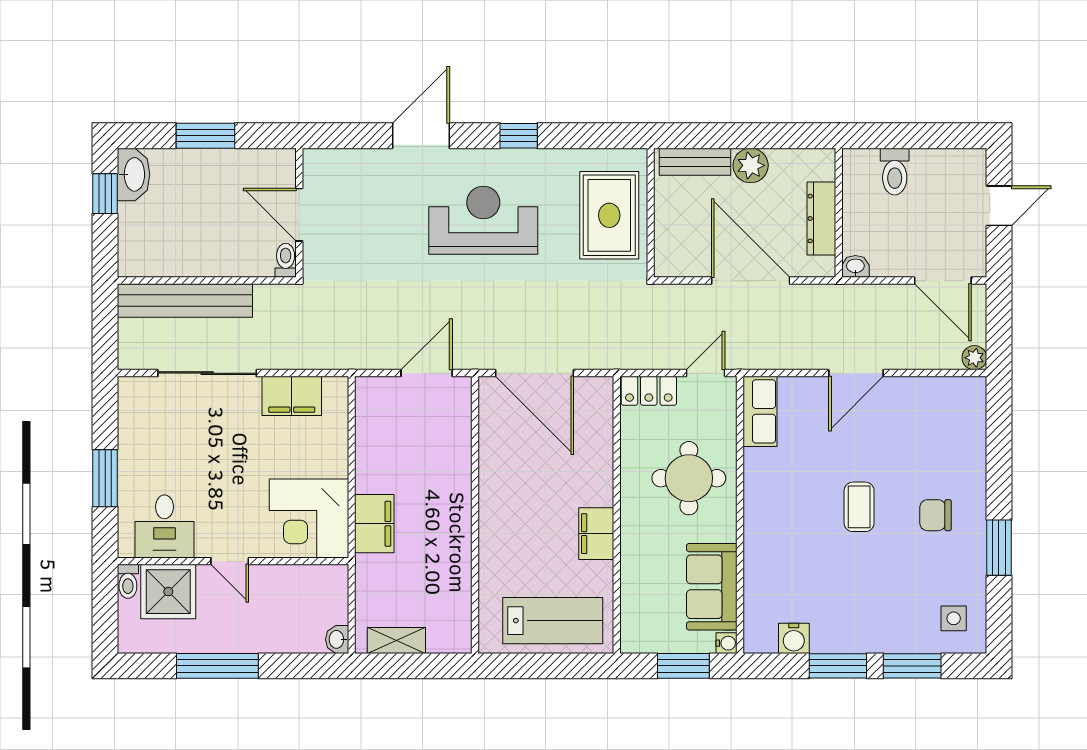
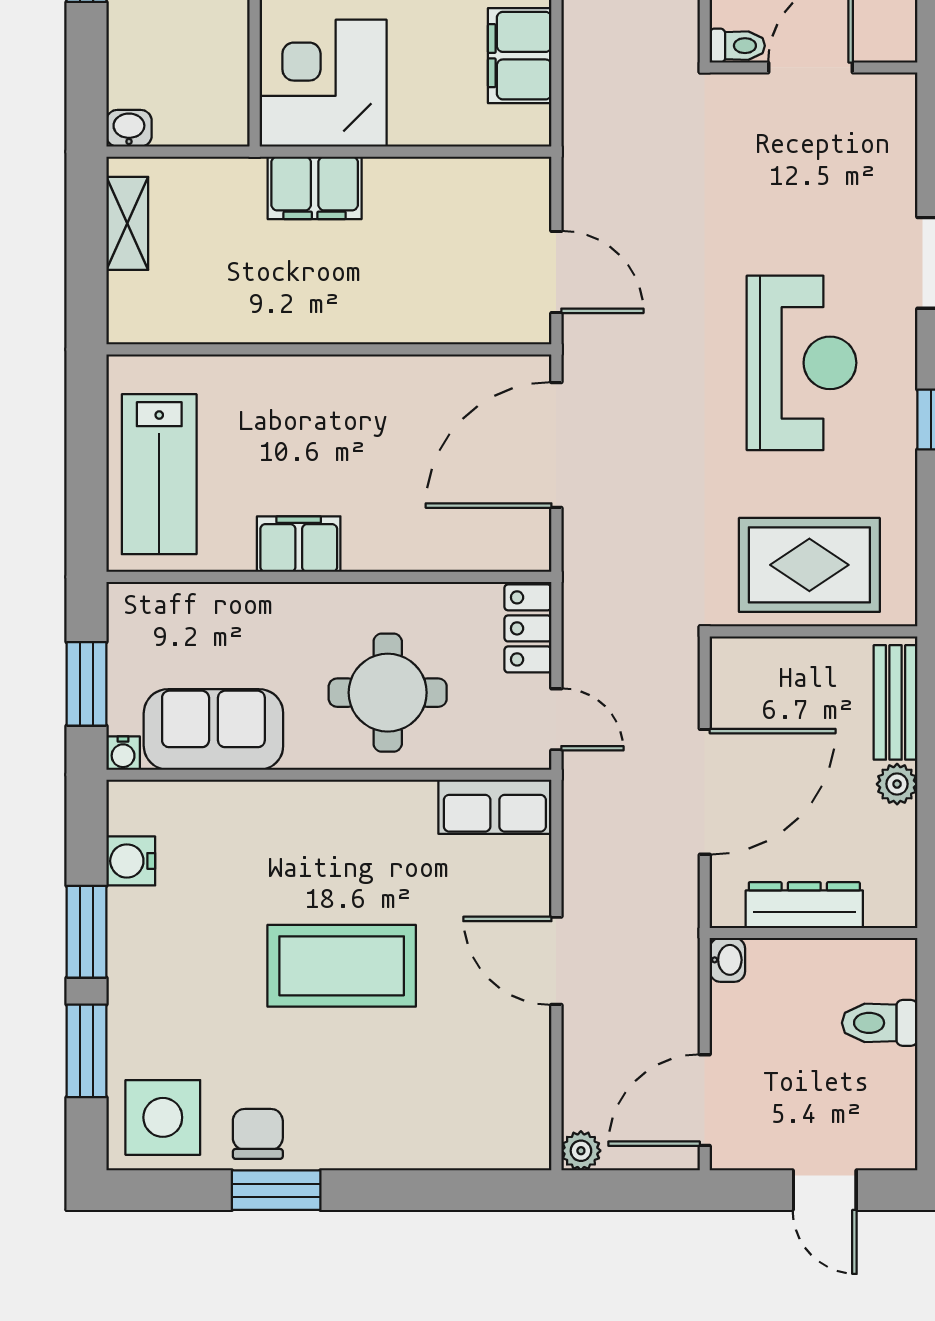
plant: (751, 165) -> (897, 784), width x0.73, depth x0.73
coffee table: (859, 507) -> (342, 966), width x1.86, depth x1.72
chair: (936, 515) -> (258, 1134), moved
side table: (954, 618) -> (163, 1117), width x1.87, depth x1.87

